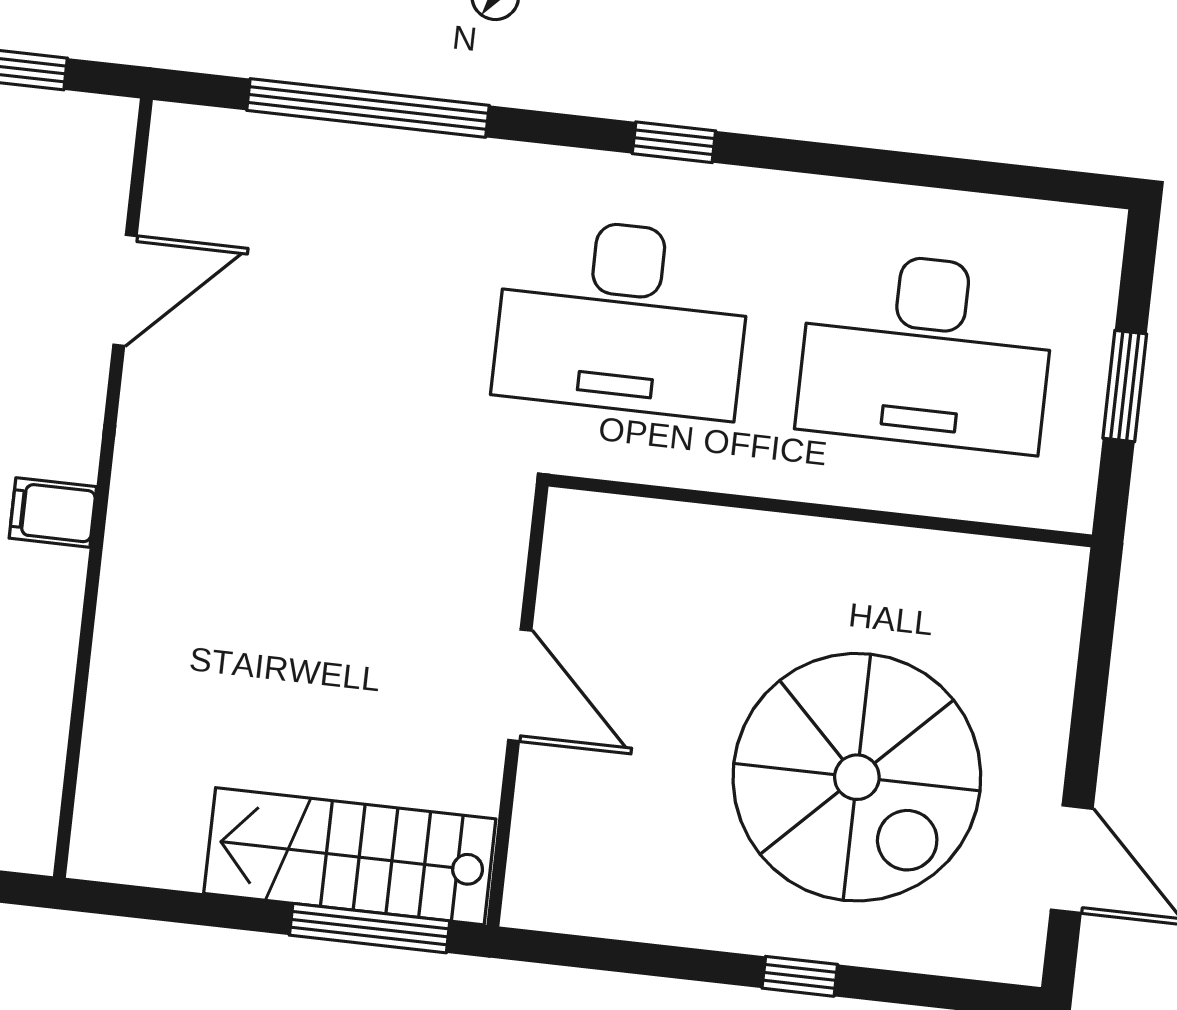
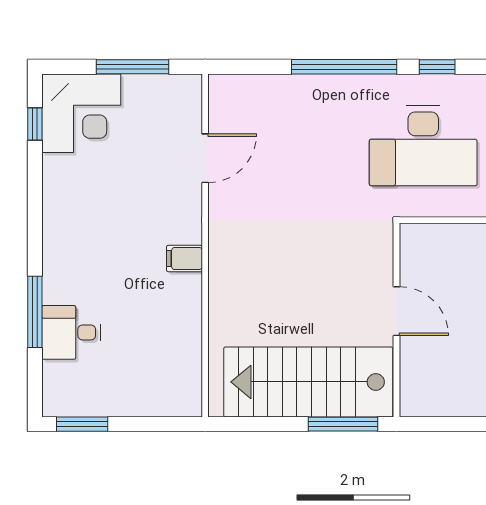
window: (368, 108) -> (344, 67), moved
stairs: (350, 856) -> (308, 382), width x1.36, depth x1.51

